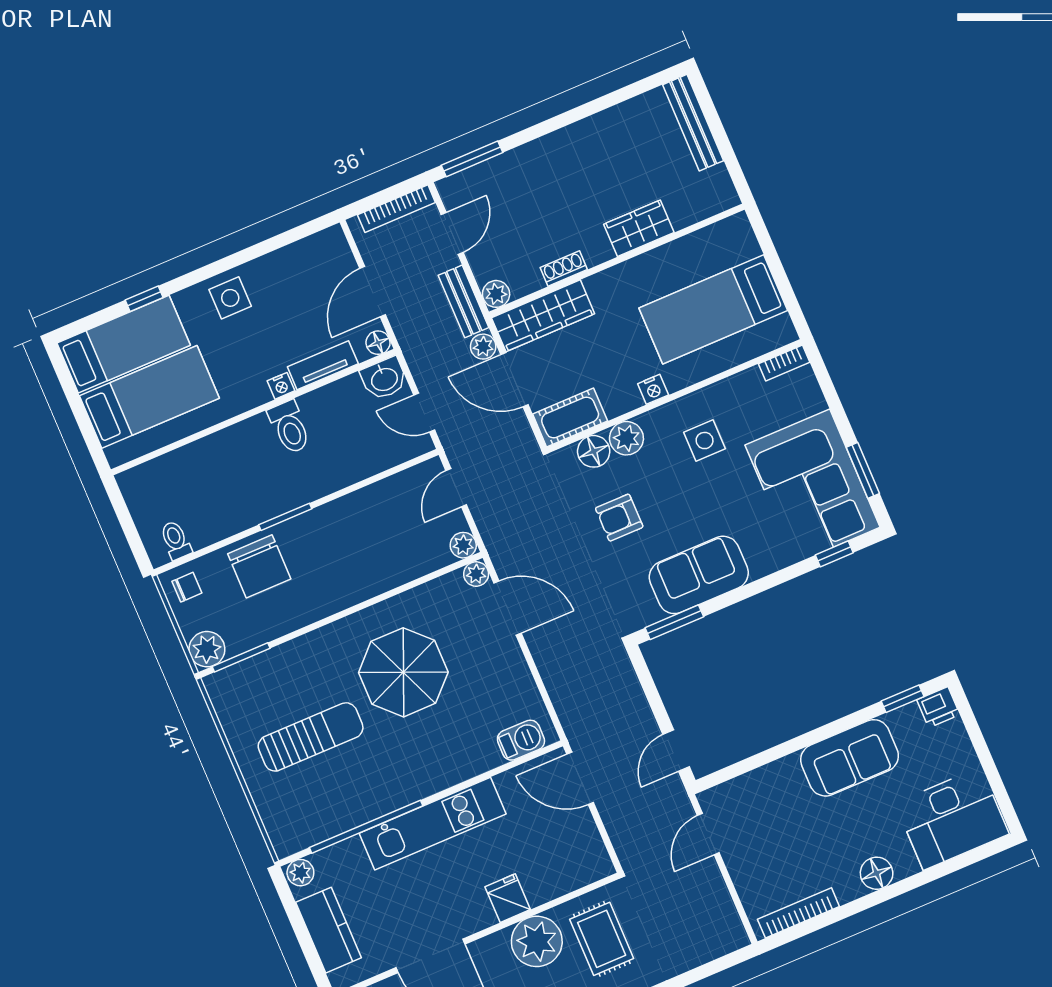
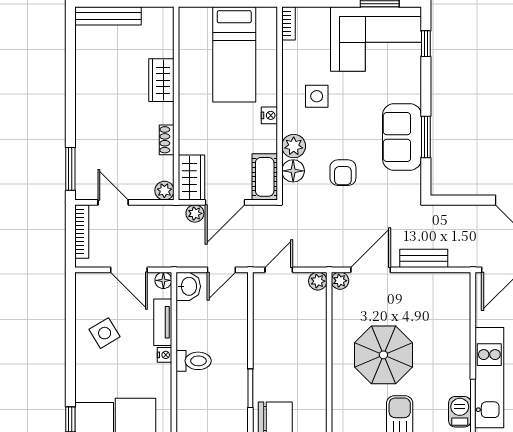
side table: (230, 298) -> (105, 333), moved, turned -31
bench: (463, 301) -> (424, 258), moved
wardrobe: (543, 316) -> (192, 178), width x0.67
door: (456, 488) -> (279, 270), swing flipped
window: (674, 622) -> (426, 137), moved
barbecue: (521, 740) -> (460, 412), moved

